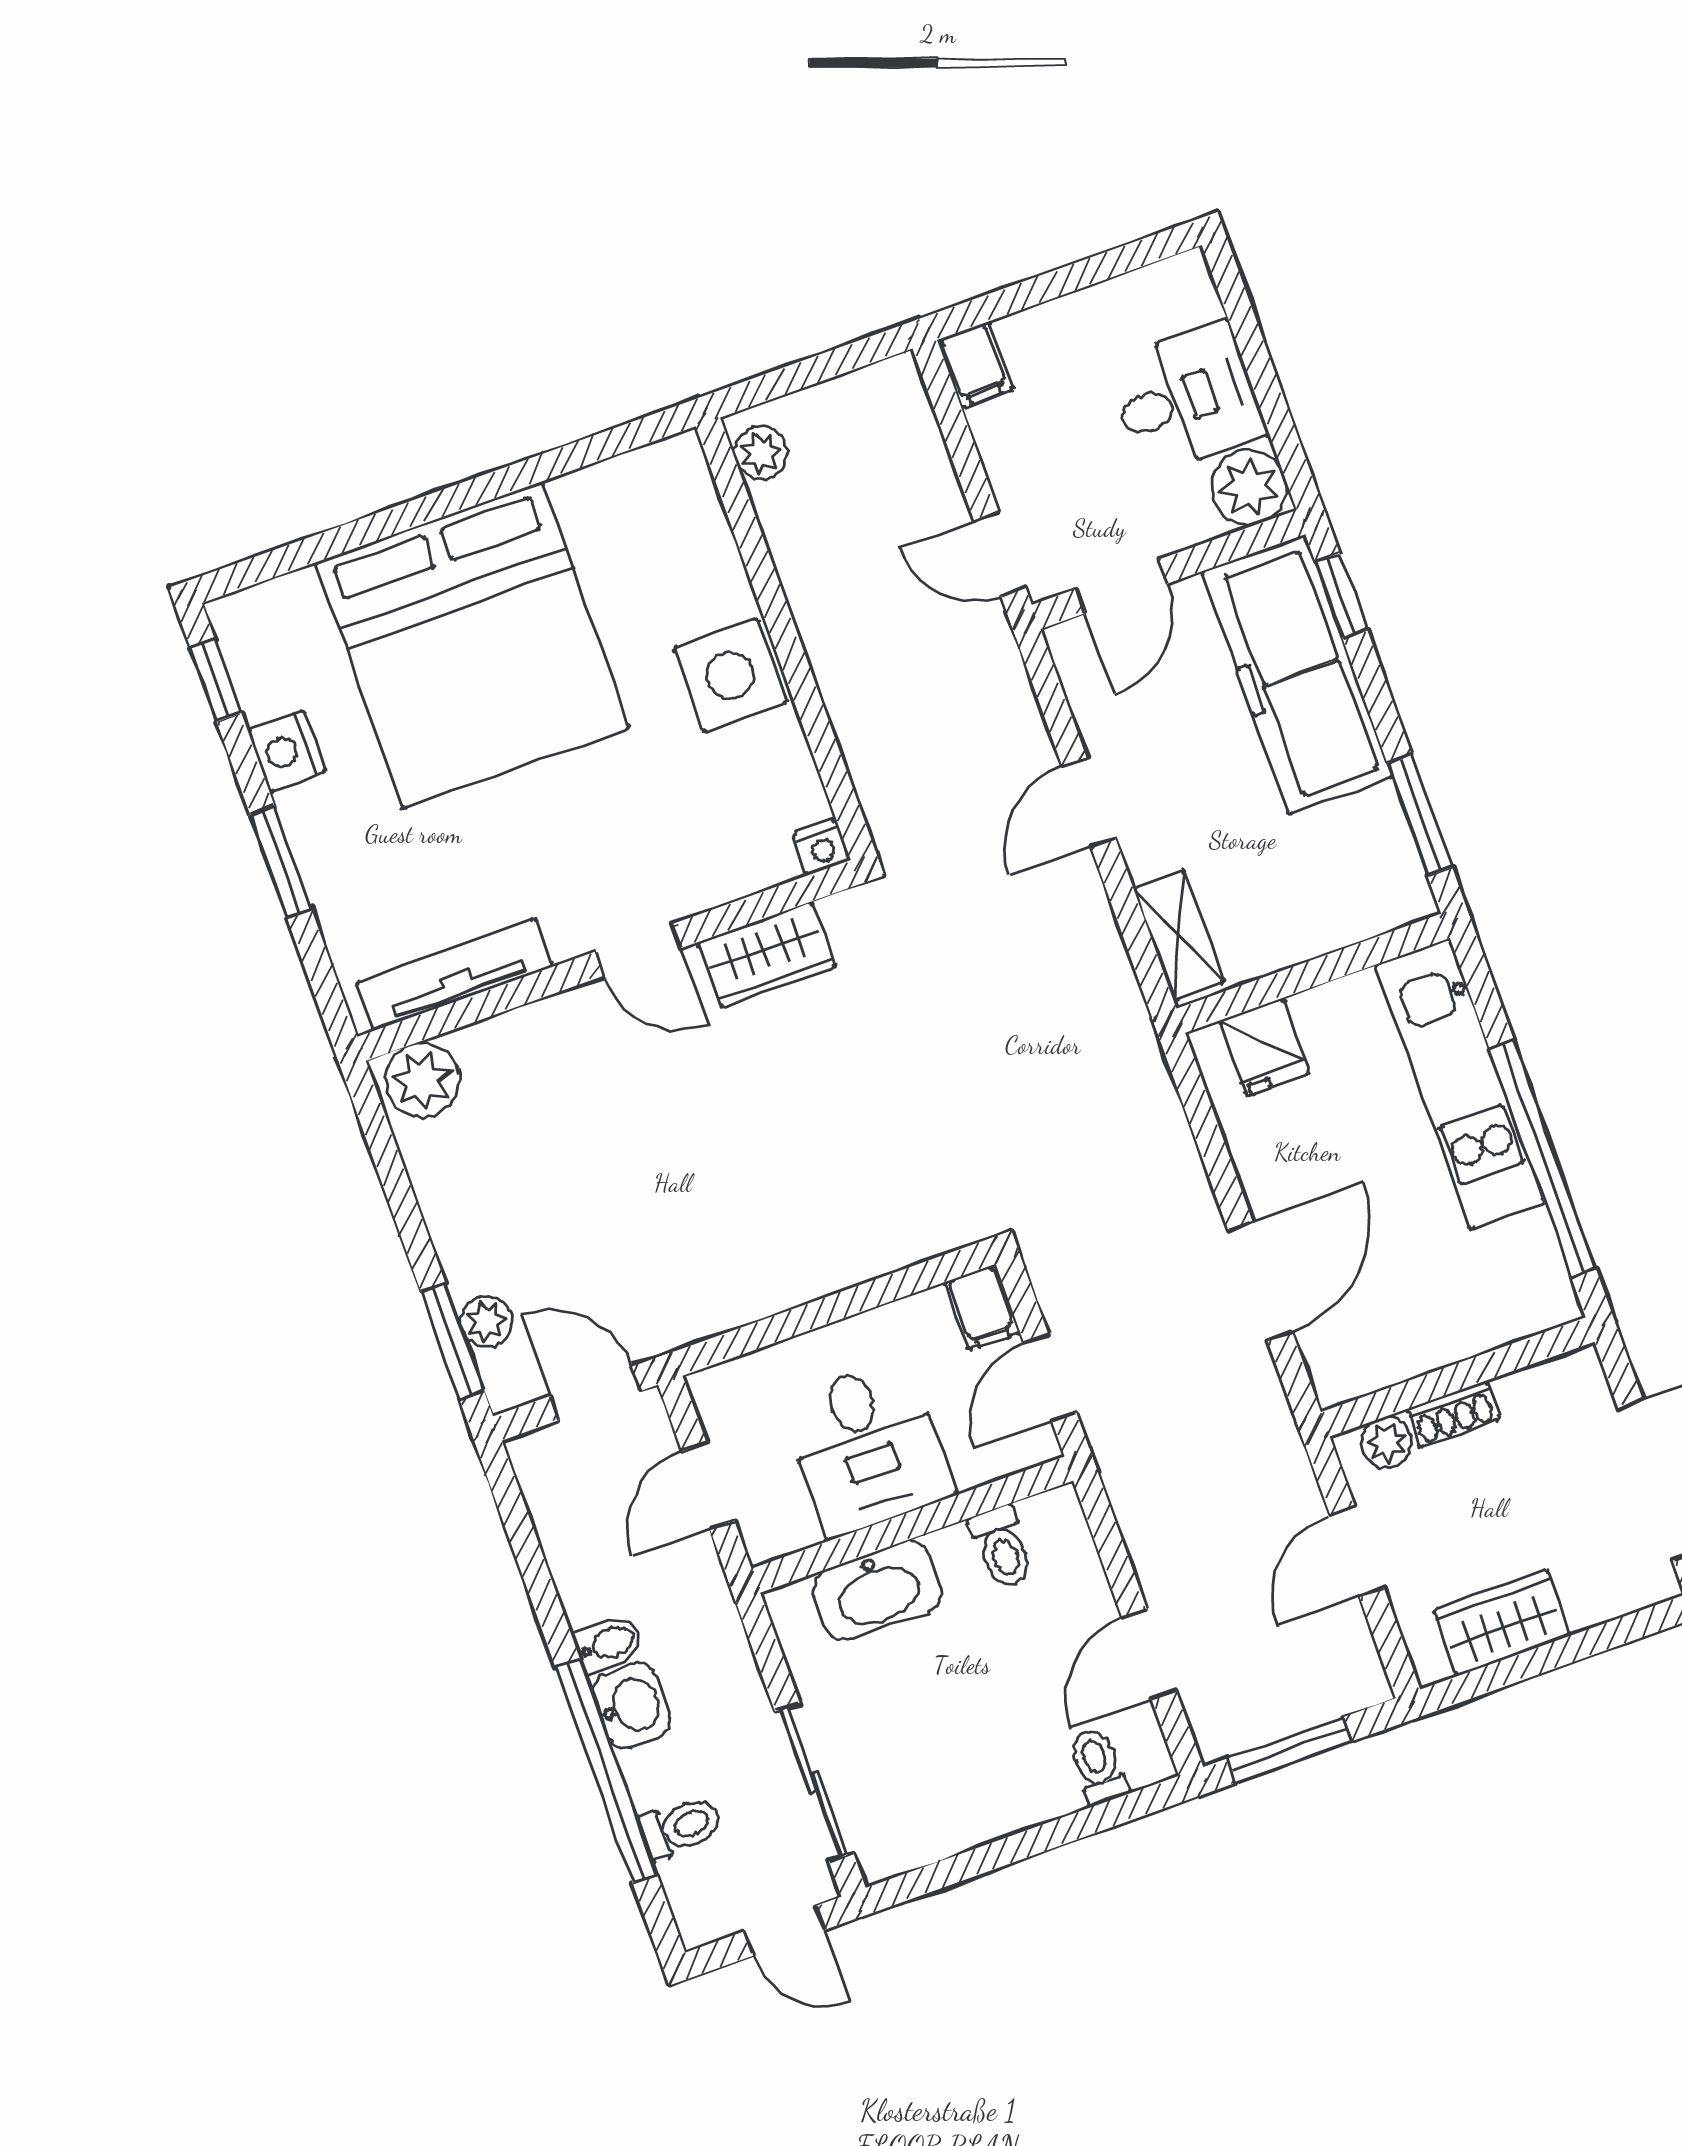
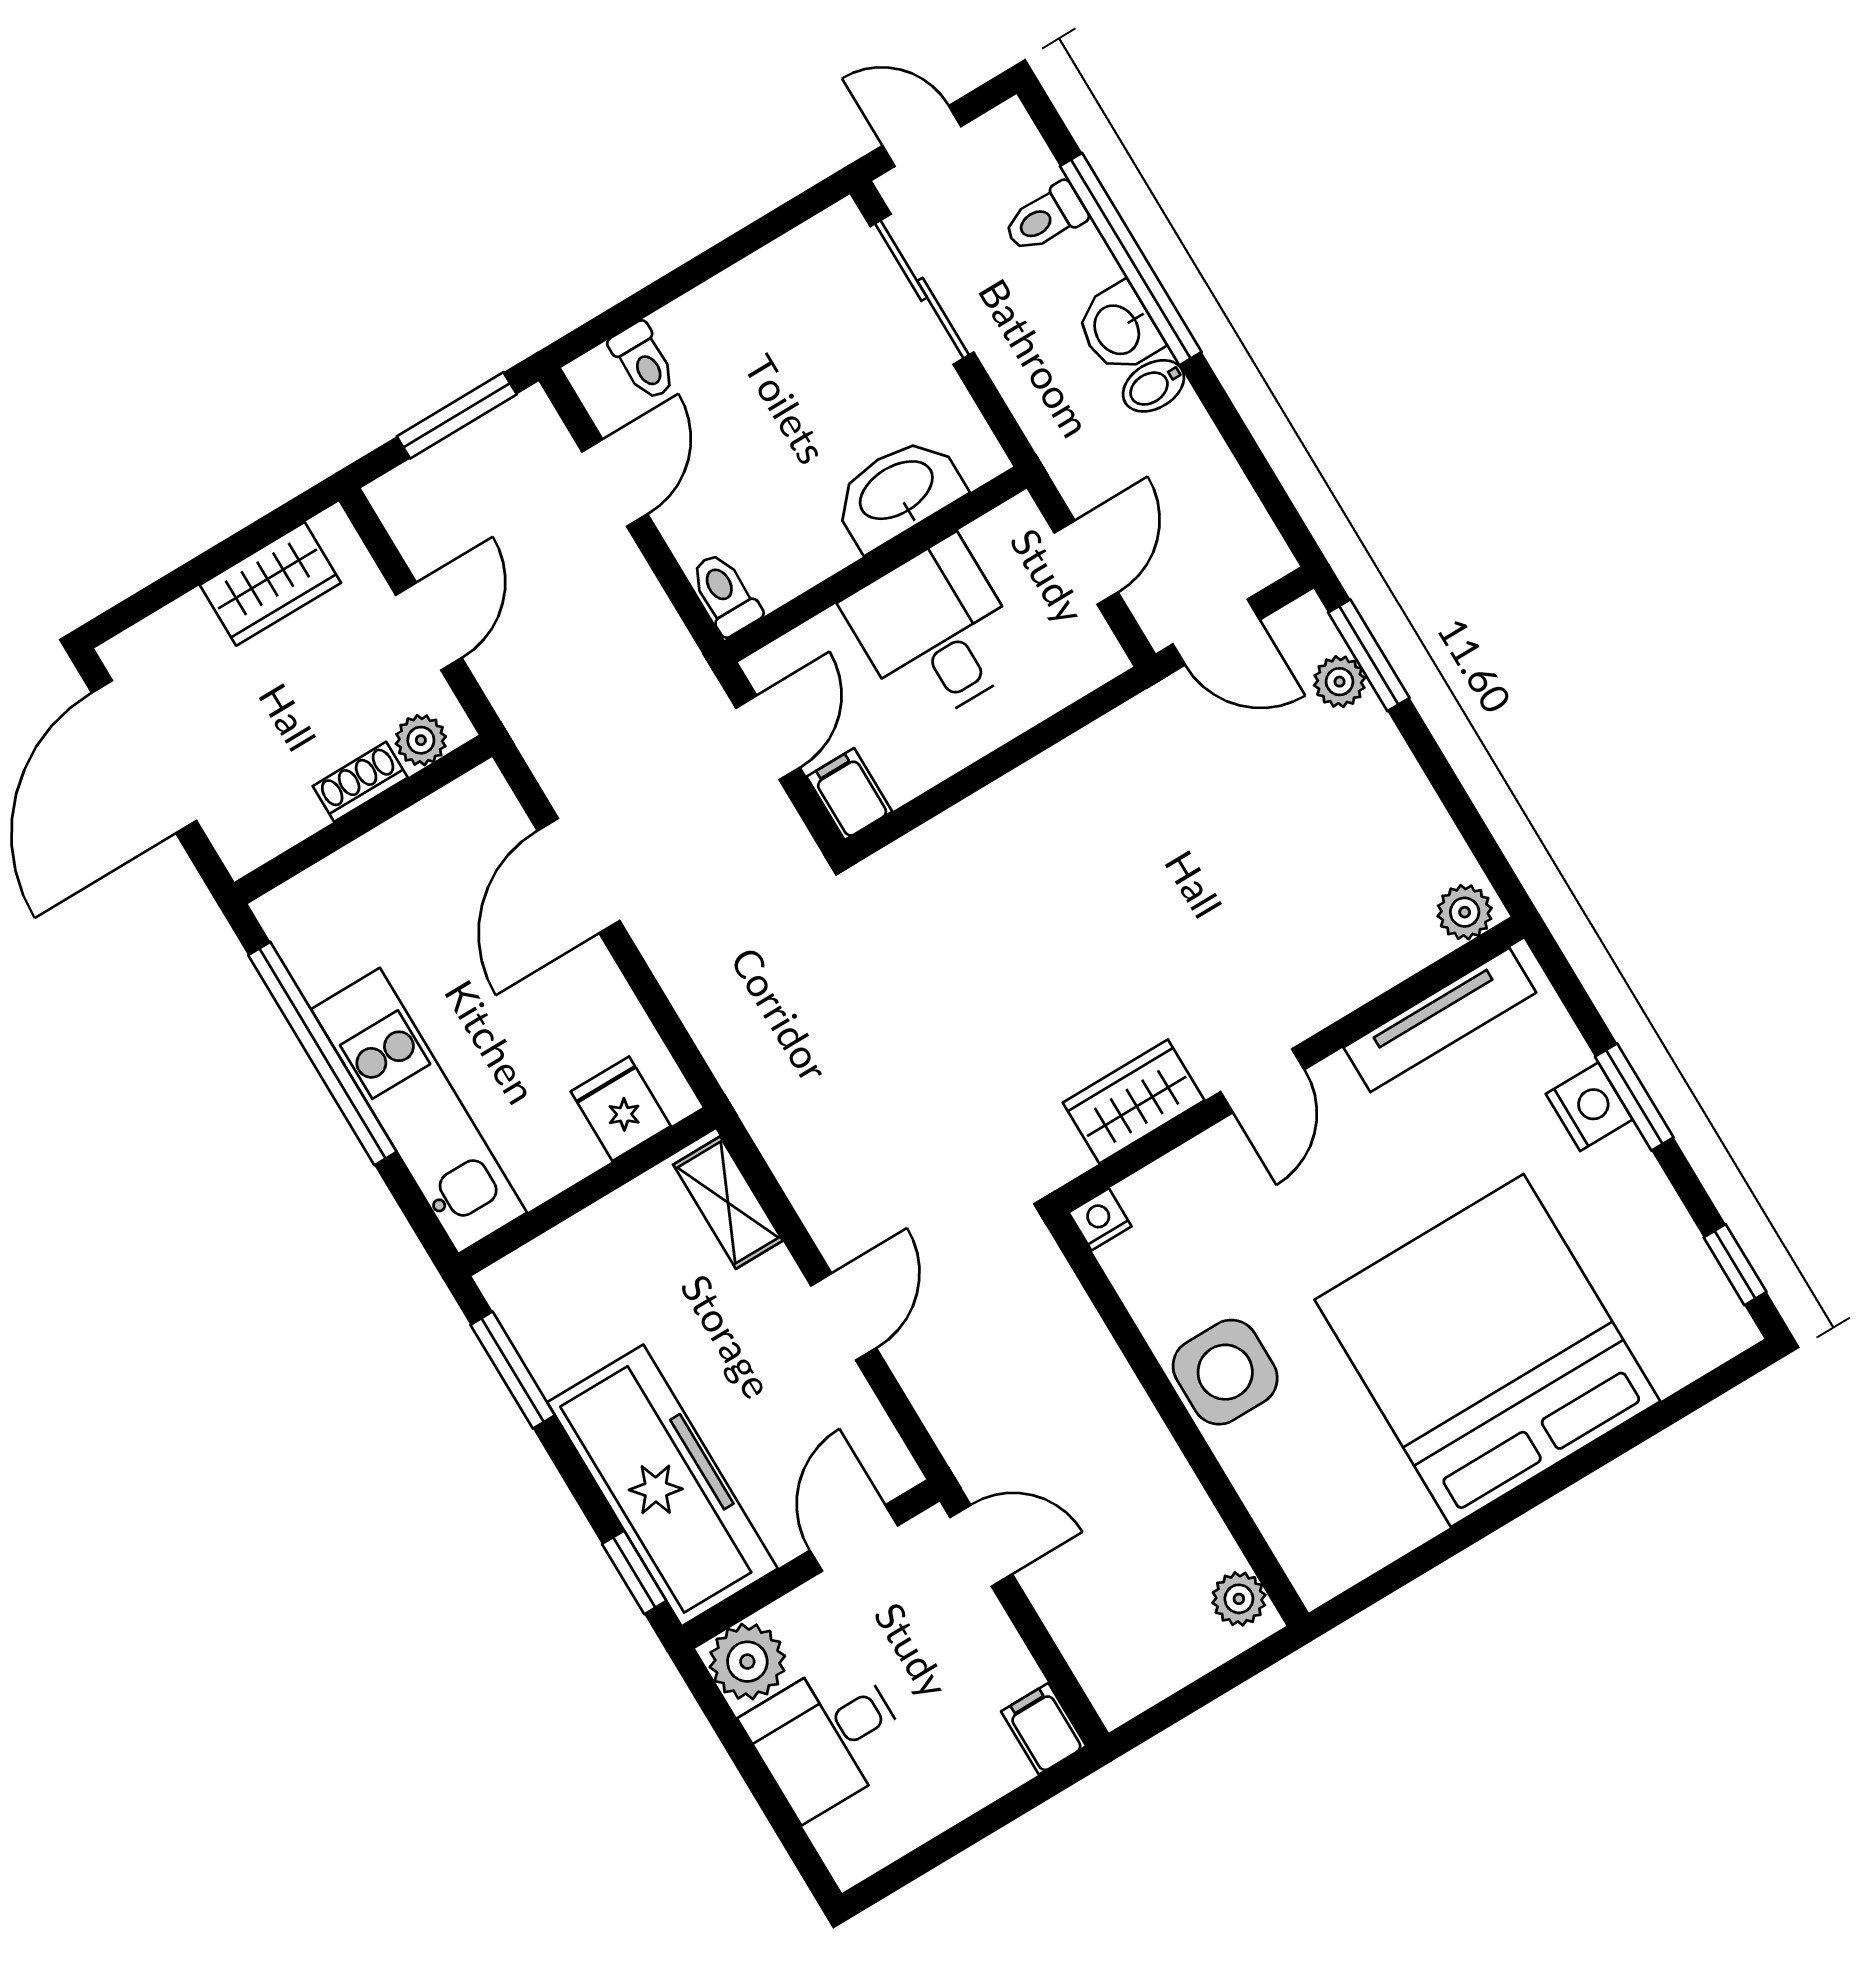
nightstand: (287, 751) -> (1589, 1107), moved
door: (638, 950) -> (1262, 1081), swing flipped
plant: (422, 1080) -> (1465, 912), width x0.73, depth x0.73
toilet: (1002, 1548) -> (725, 594), moved

